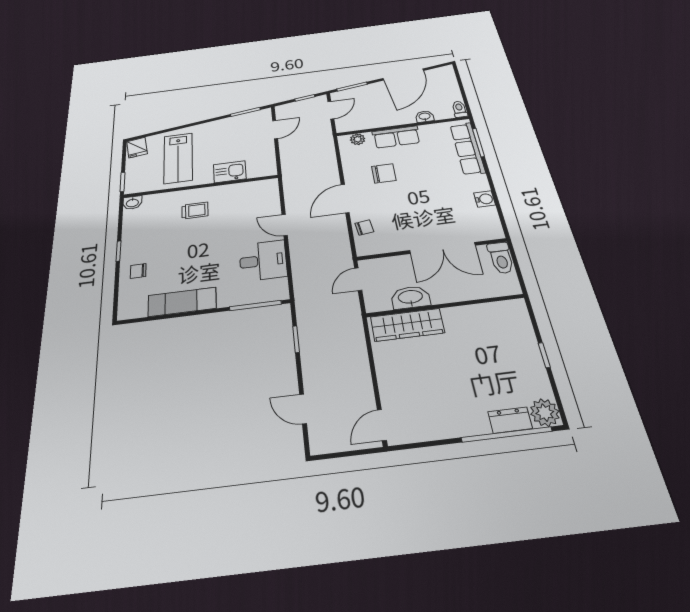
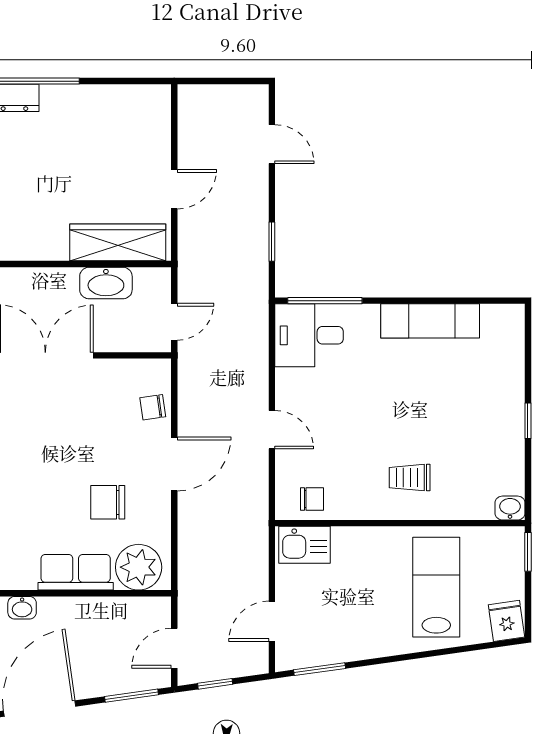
plant: (358, 139) -> (139, 567), width x1.88, depth x1.88
kitchen sink: (230, 172) -> (305, 545), moved
desk: (263, 261) -> (309, 335), moved
chair: (138, 271) -> (312, 499), moved
door: (382, 425) -> (174, 189), moved

